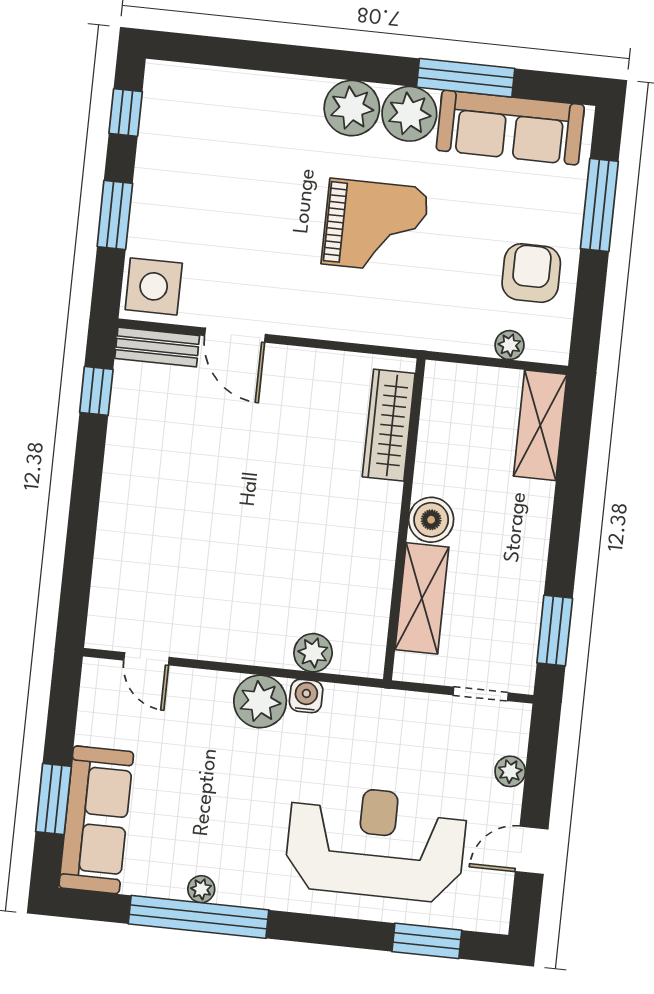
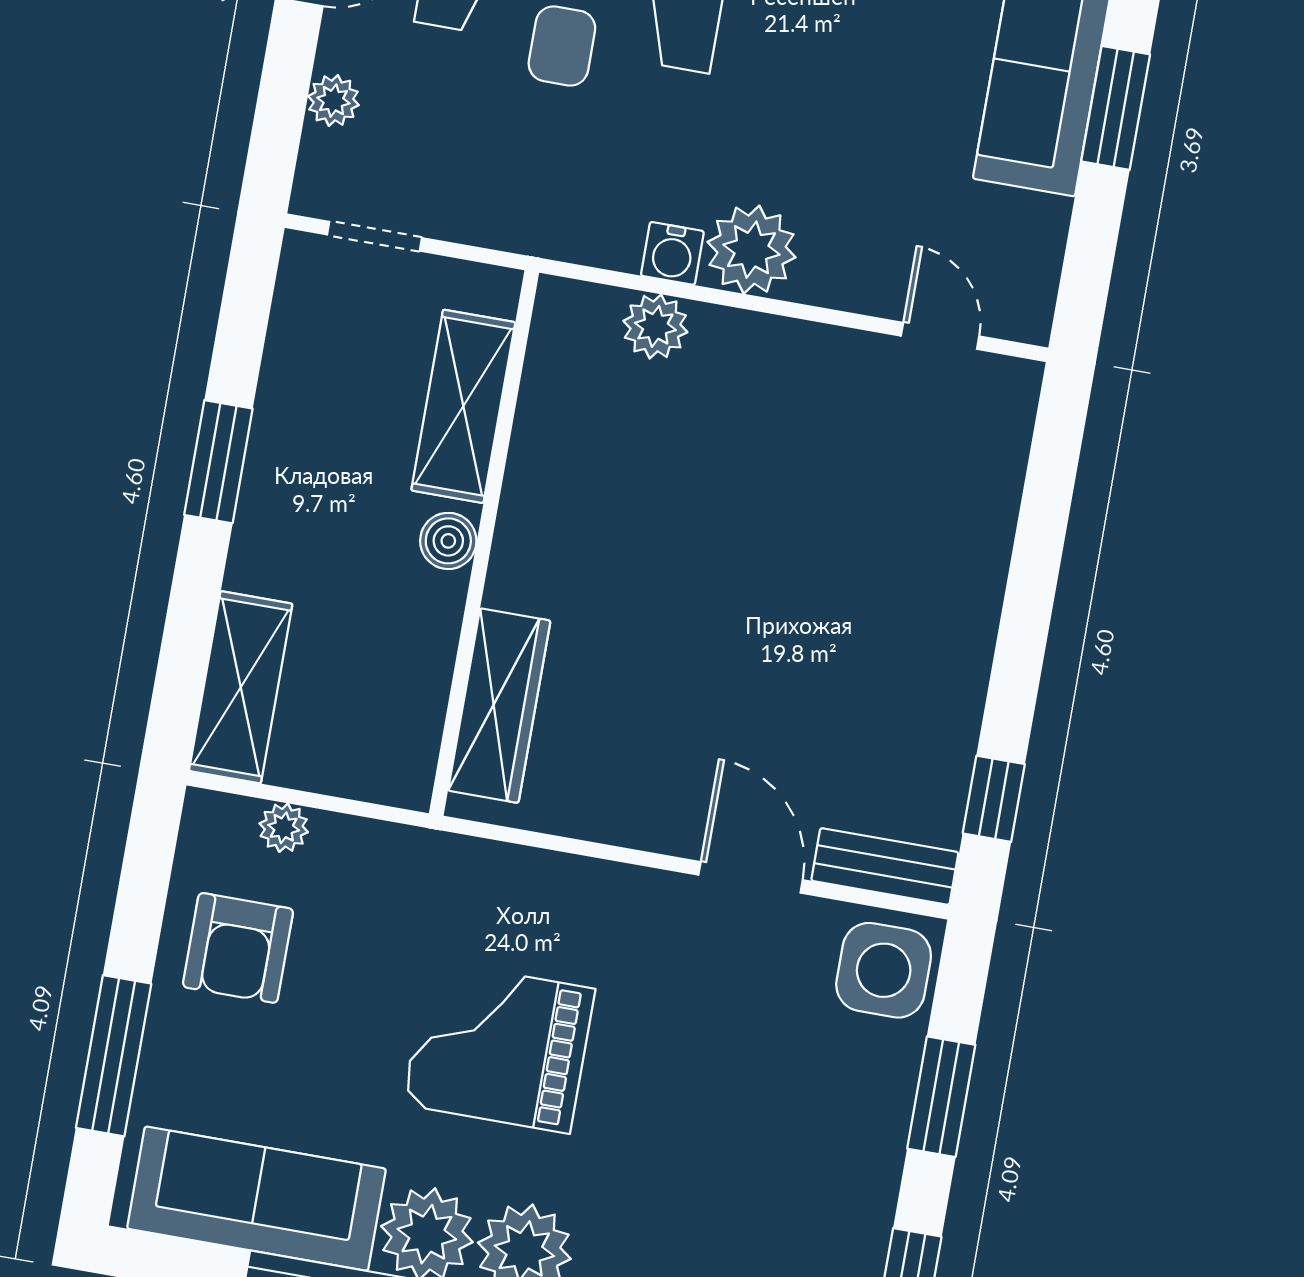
boiler: (431, 520) -> (448, 541), width x0.73, depth x0.73
window: (555, 631) -> (218, 462), moved

